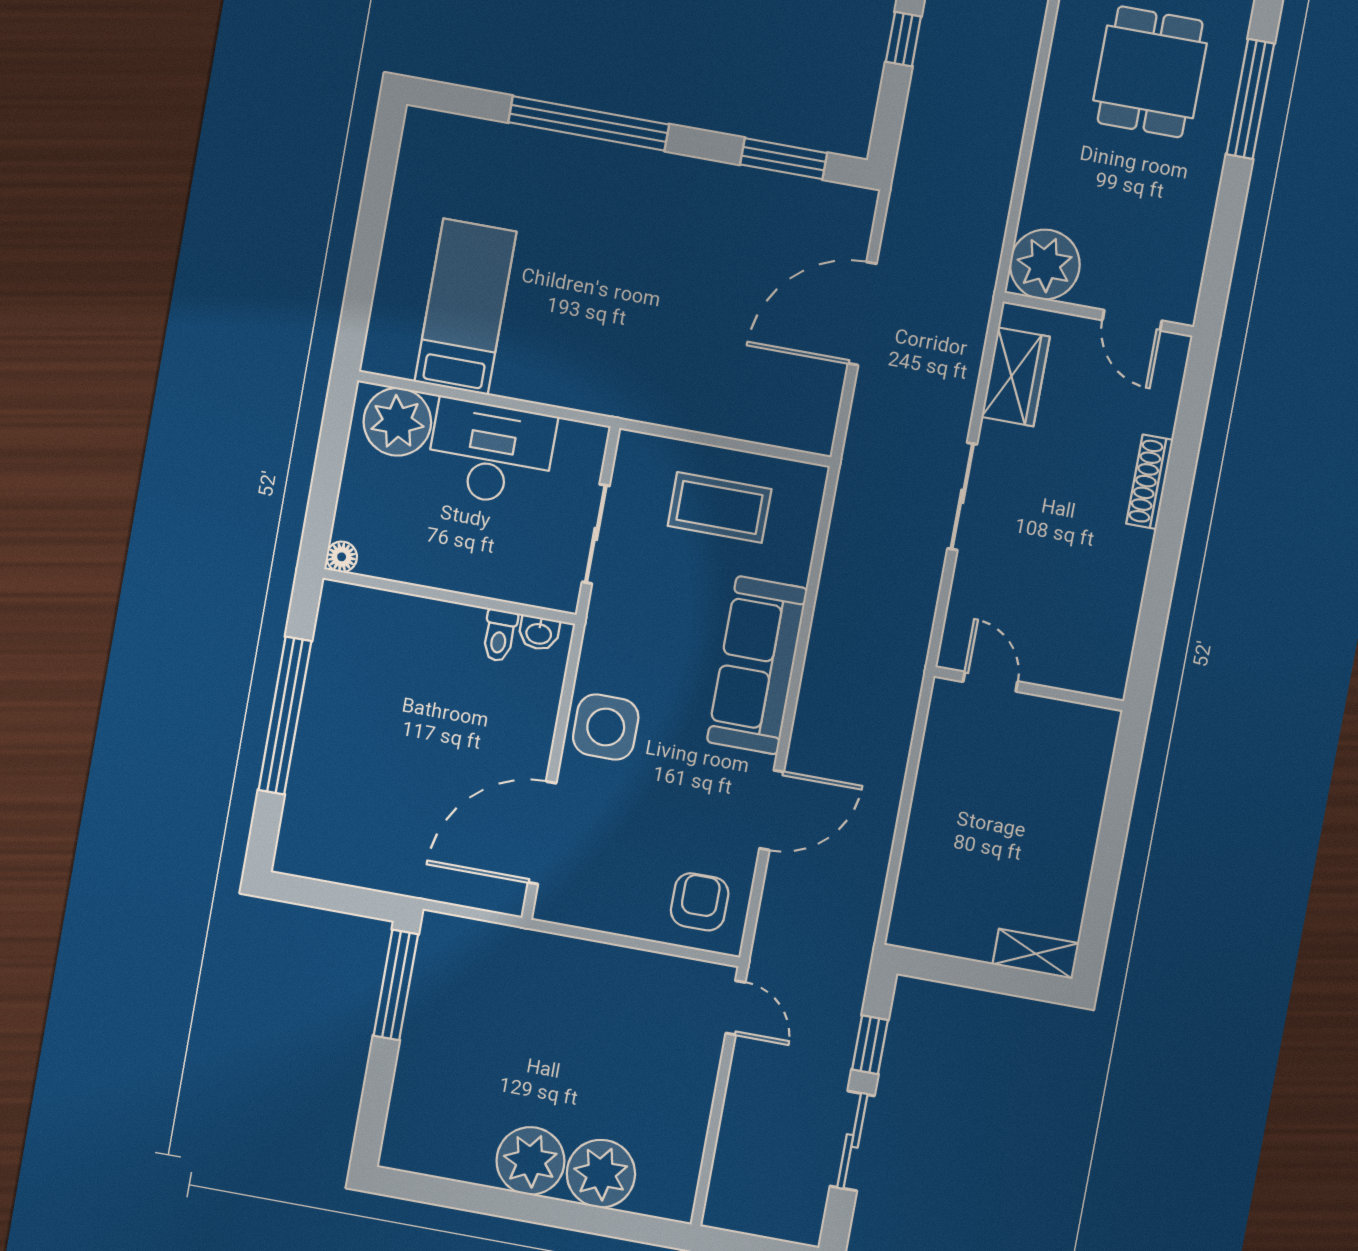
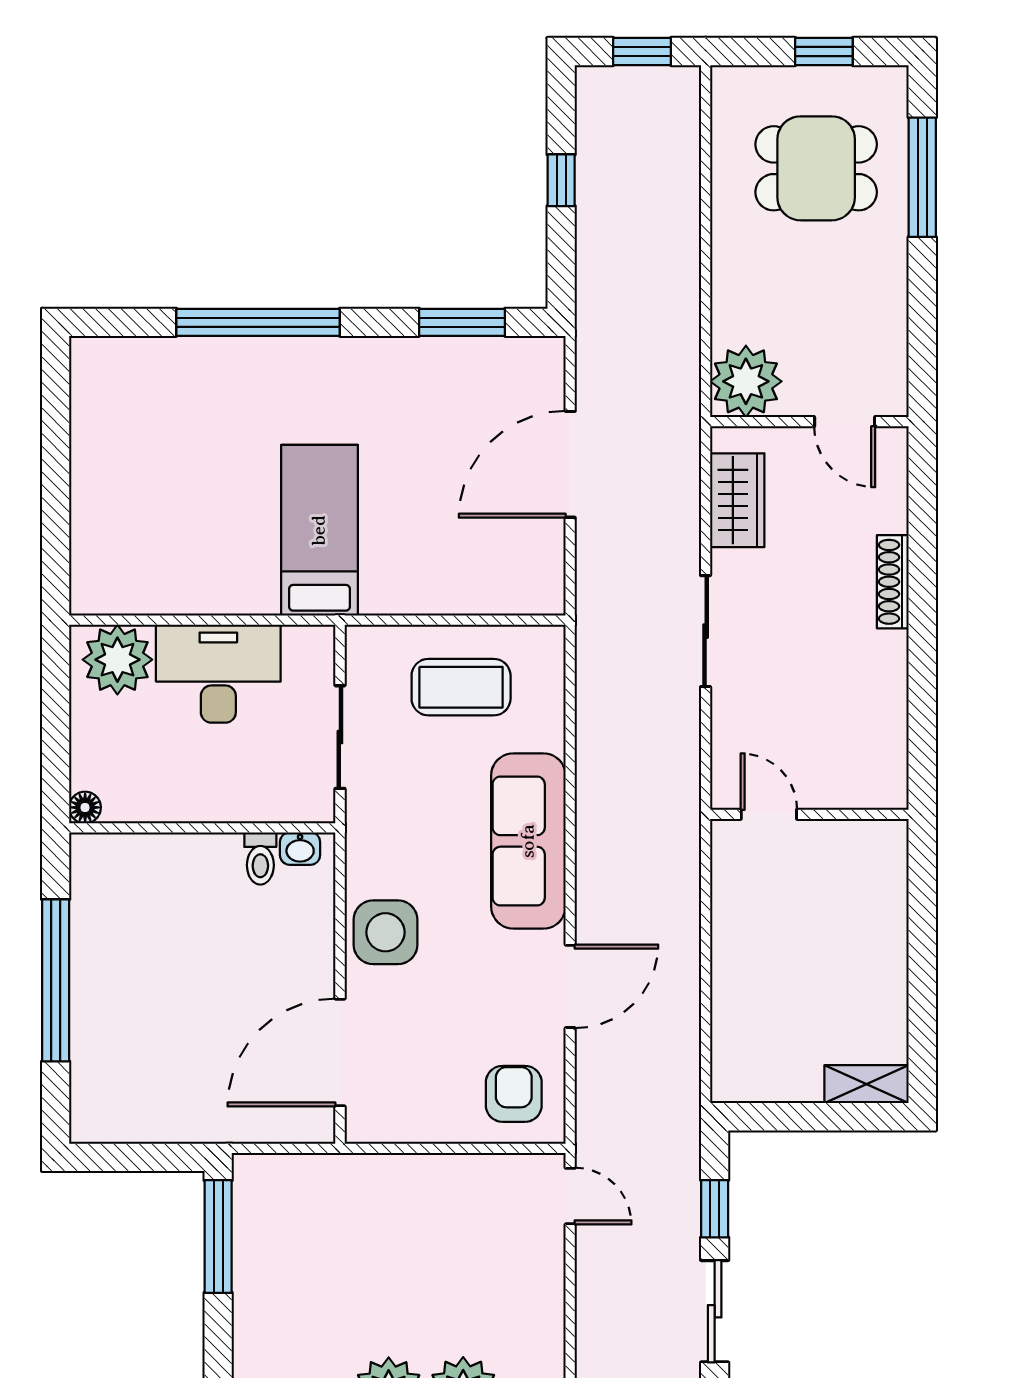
dining table: (1150, 72) -> (816, 168), turned 90
bed: (465, 307) -> (319, 530), moved

